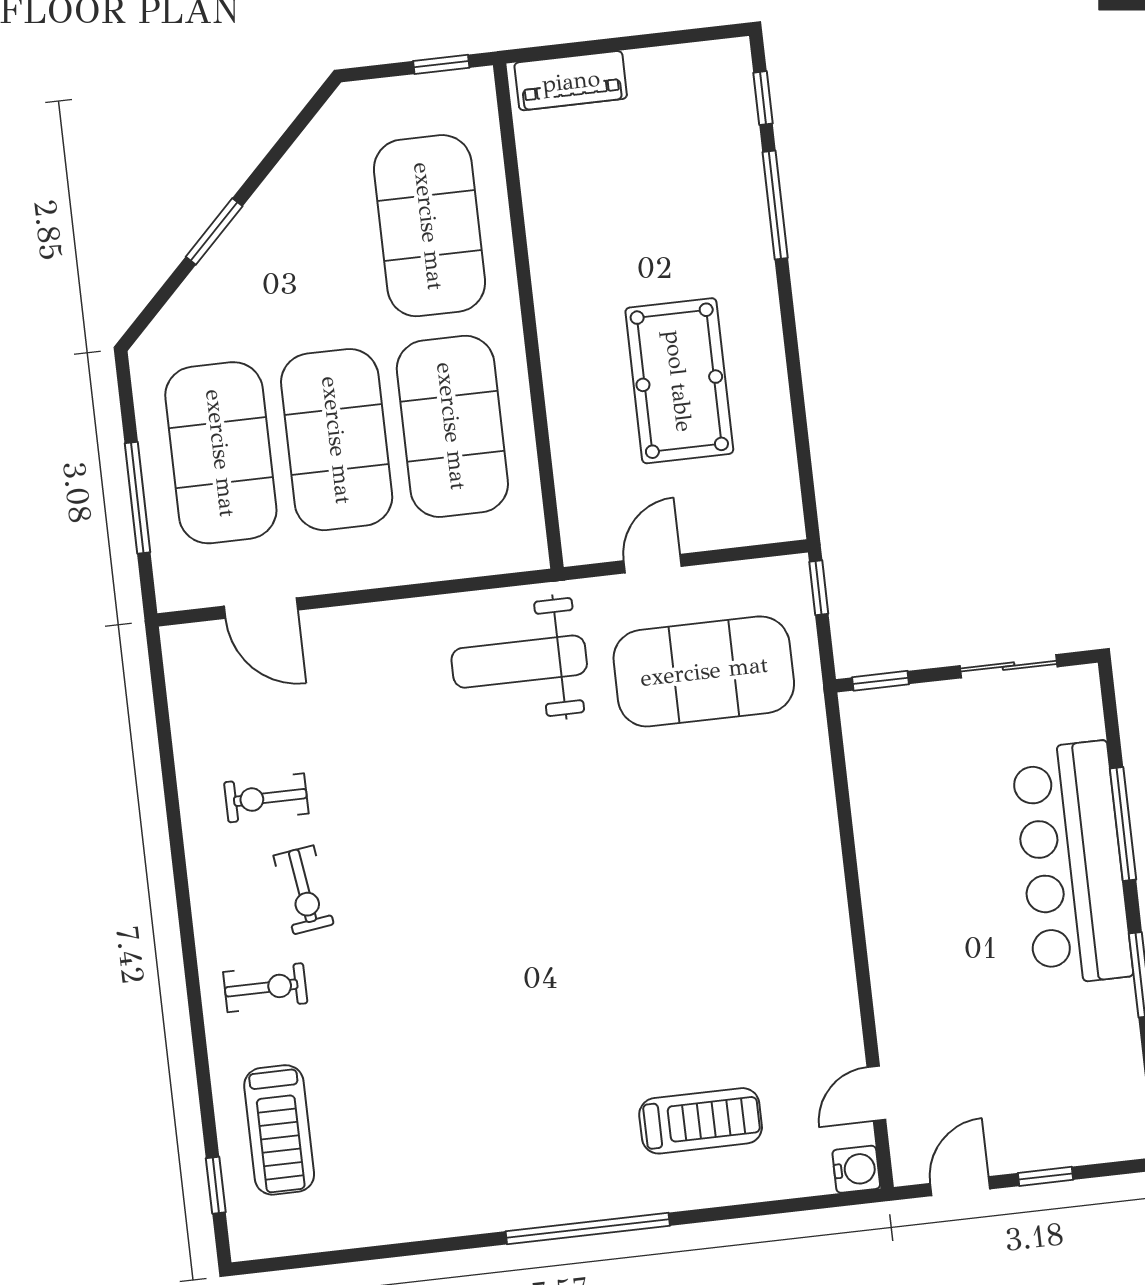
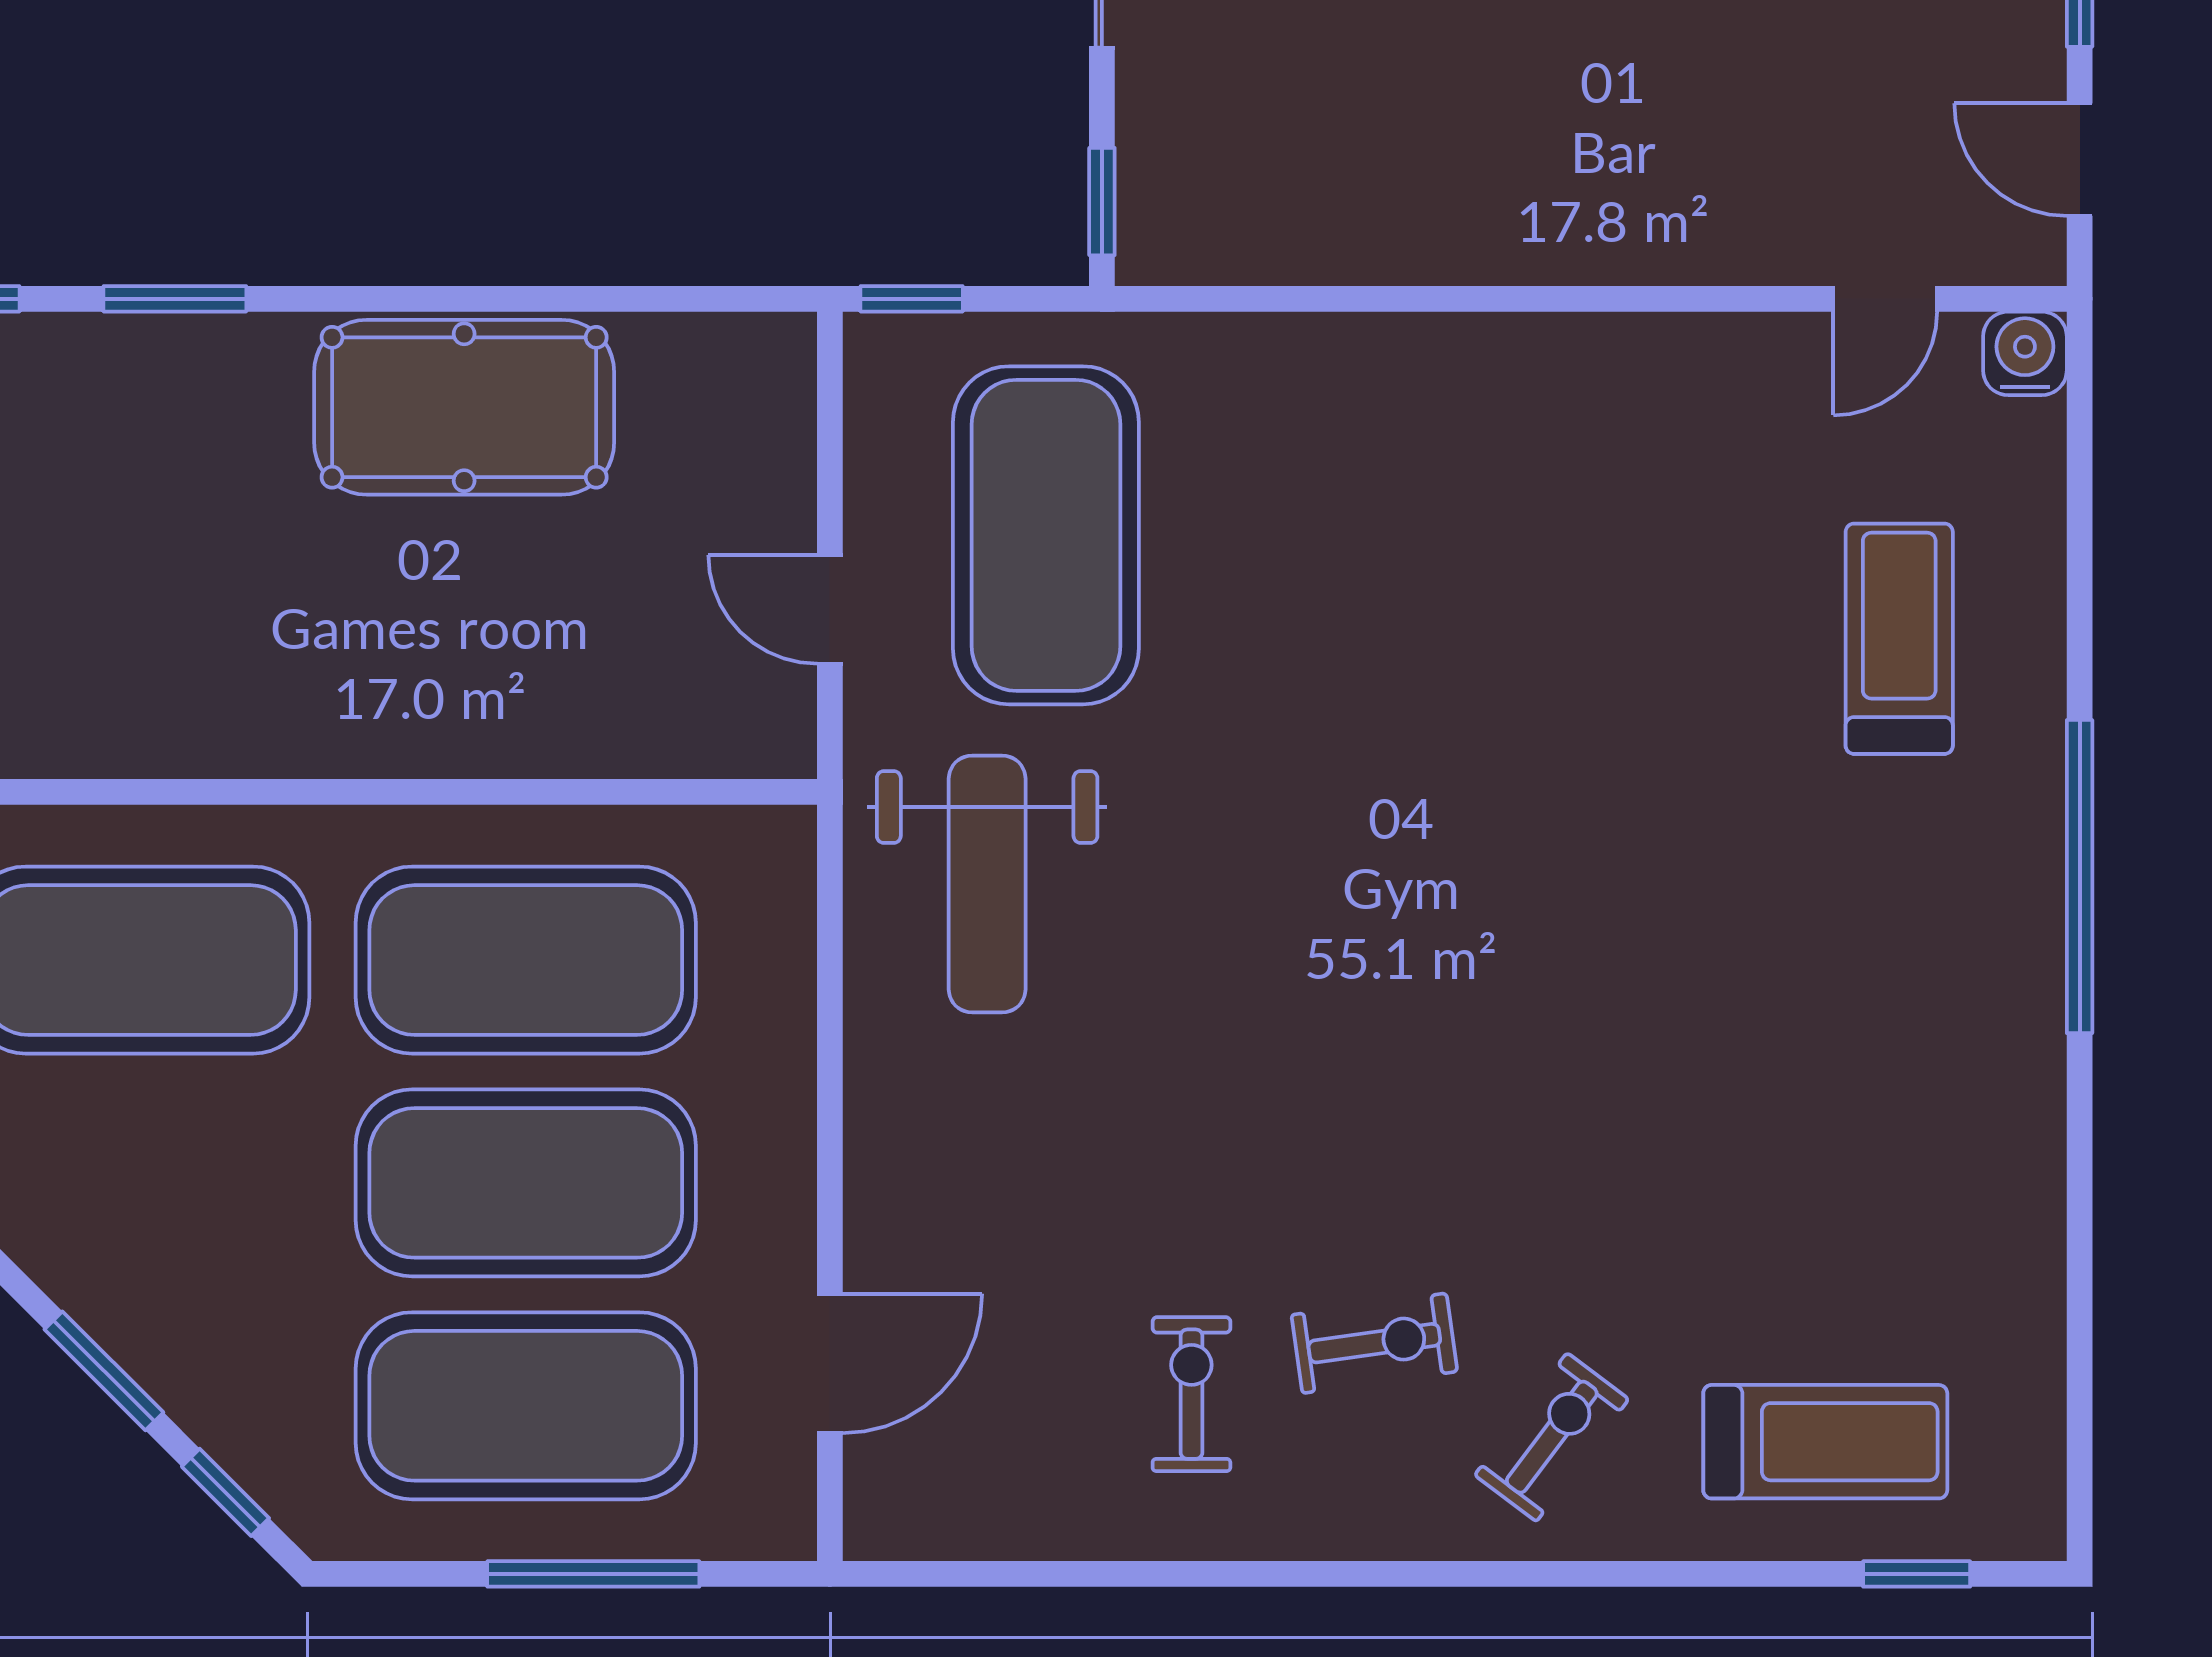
window: (775, 205) -> (175, 299), width x0.69
window: (158, 302) -> (225, 1492), added
pool table: (679, 381) -> (464, 407), moved
exercise bike: (266, 798) -> (1191, 1394), turned 180
exercise bike: (265, 988) -> (1552, 1437), turned 37
door: (876, 1093) -> (1885, 299), hinge flipped

